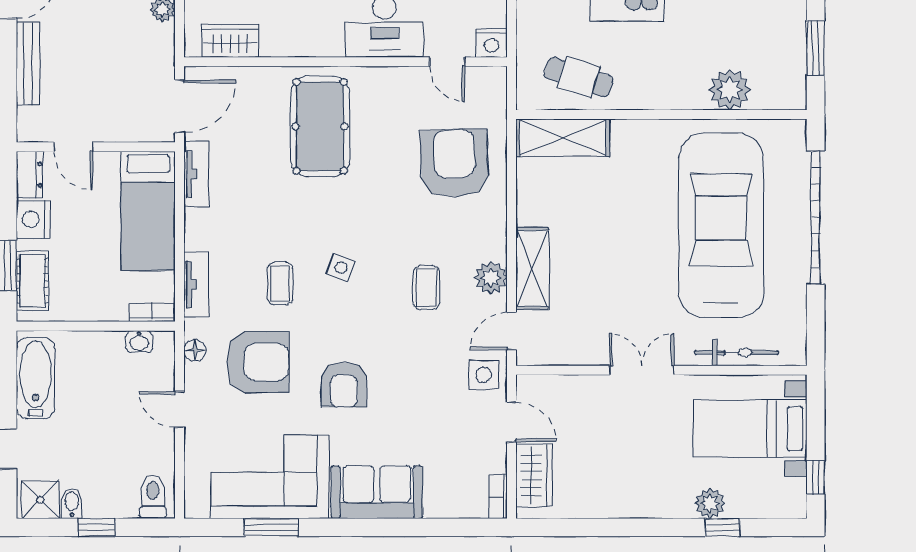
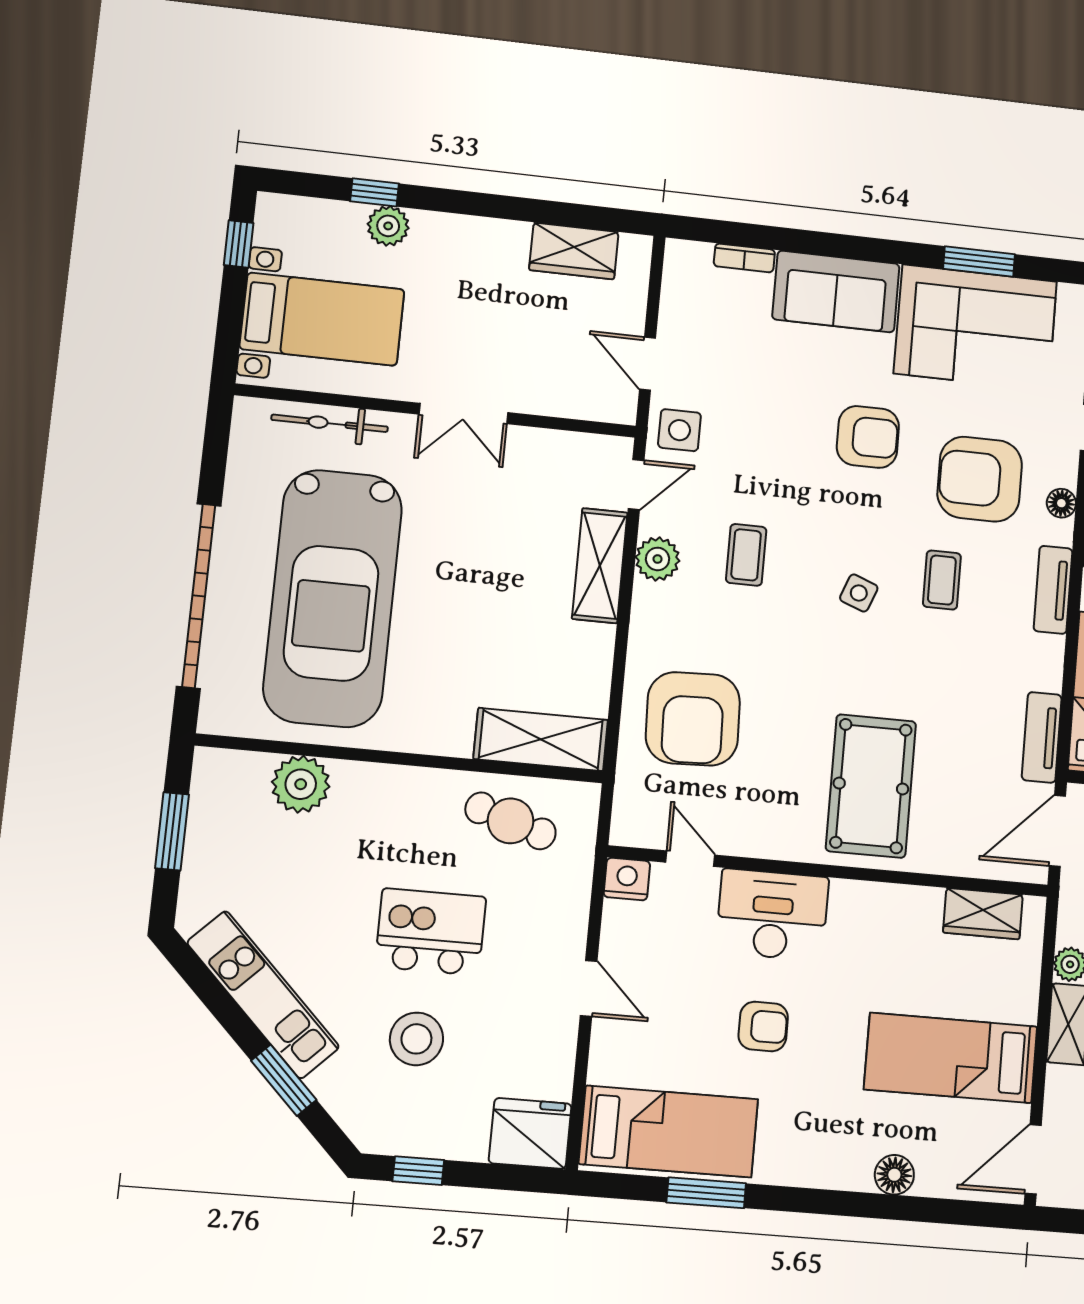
armchair: (344, 385) -> (868, 437), turned 90
wardrobe: (534, 475) -> (574, 251), moved, turned -90
bookcase: (498, 496) -> (744, 258), moved, turned 90

